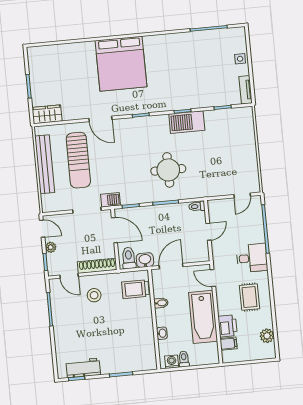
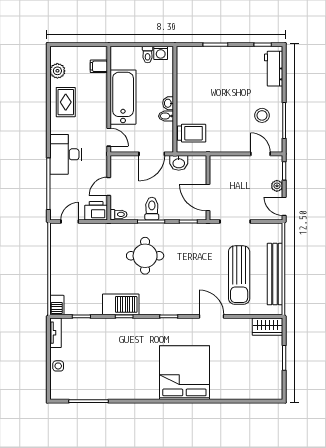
sun lounger: (78, 160) -> (239, 275), turned 180
barbecue: (111, 200) -> (57, 305), moved, turned -90
toilet: (129, 258) -> (152, 209), moved, turned 180
desk: (252, 258) -> (66, 154), width x1.37
shoe rack: (97, 266) -> (230, 162), removed
stool: (94, 295) -> (262, 115), moved
rug: (250, 297) -> (66, 102), moved
printer: (228, 326) -> (96, 211), moved, turned 90
washbasin: (162, 333) -> (168, 103), moved
workbench: (83, 368) -> (274, 69), moved, turned 90

